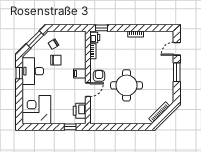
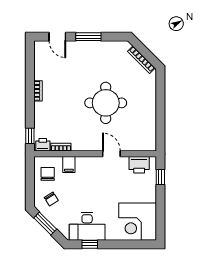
chair: (56, 60) -> (48, 174), moved
filing cabinet: (80, 74) -> (69, 165), moved
armchair: (99, 76) -> (93, 139), removed

